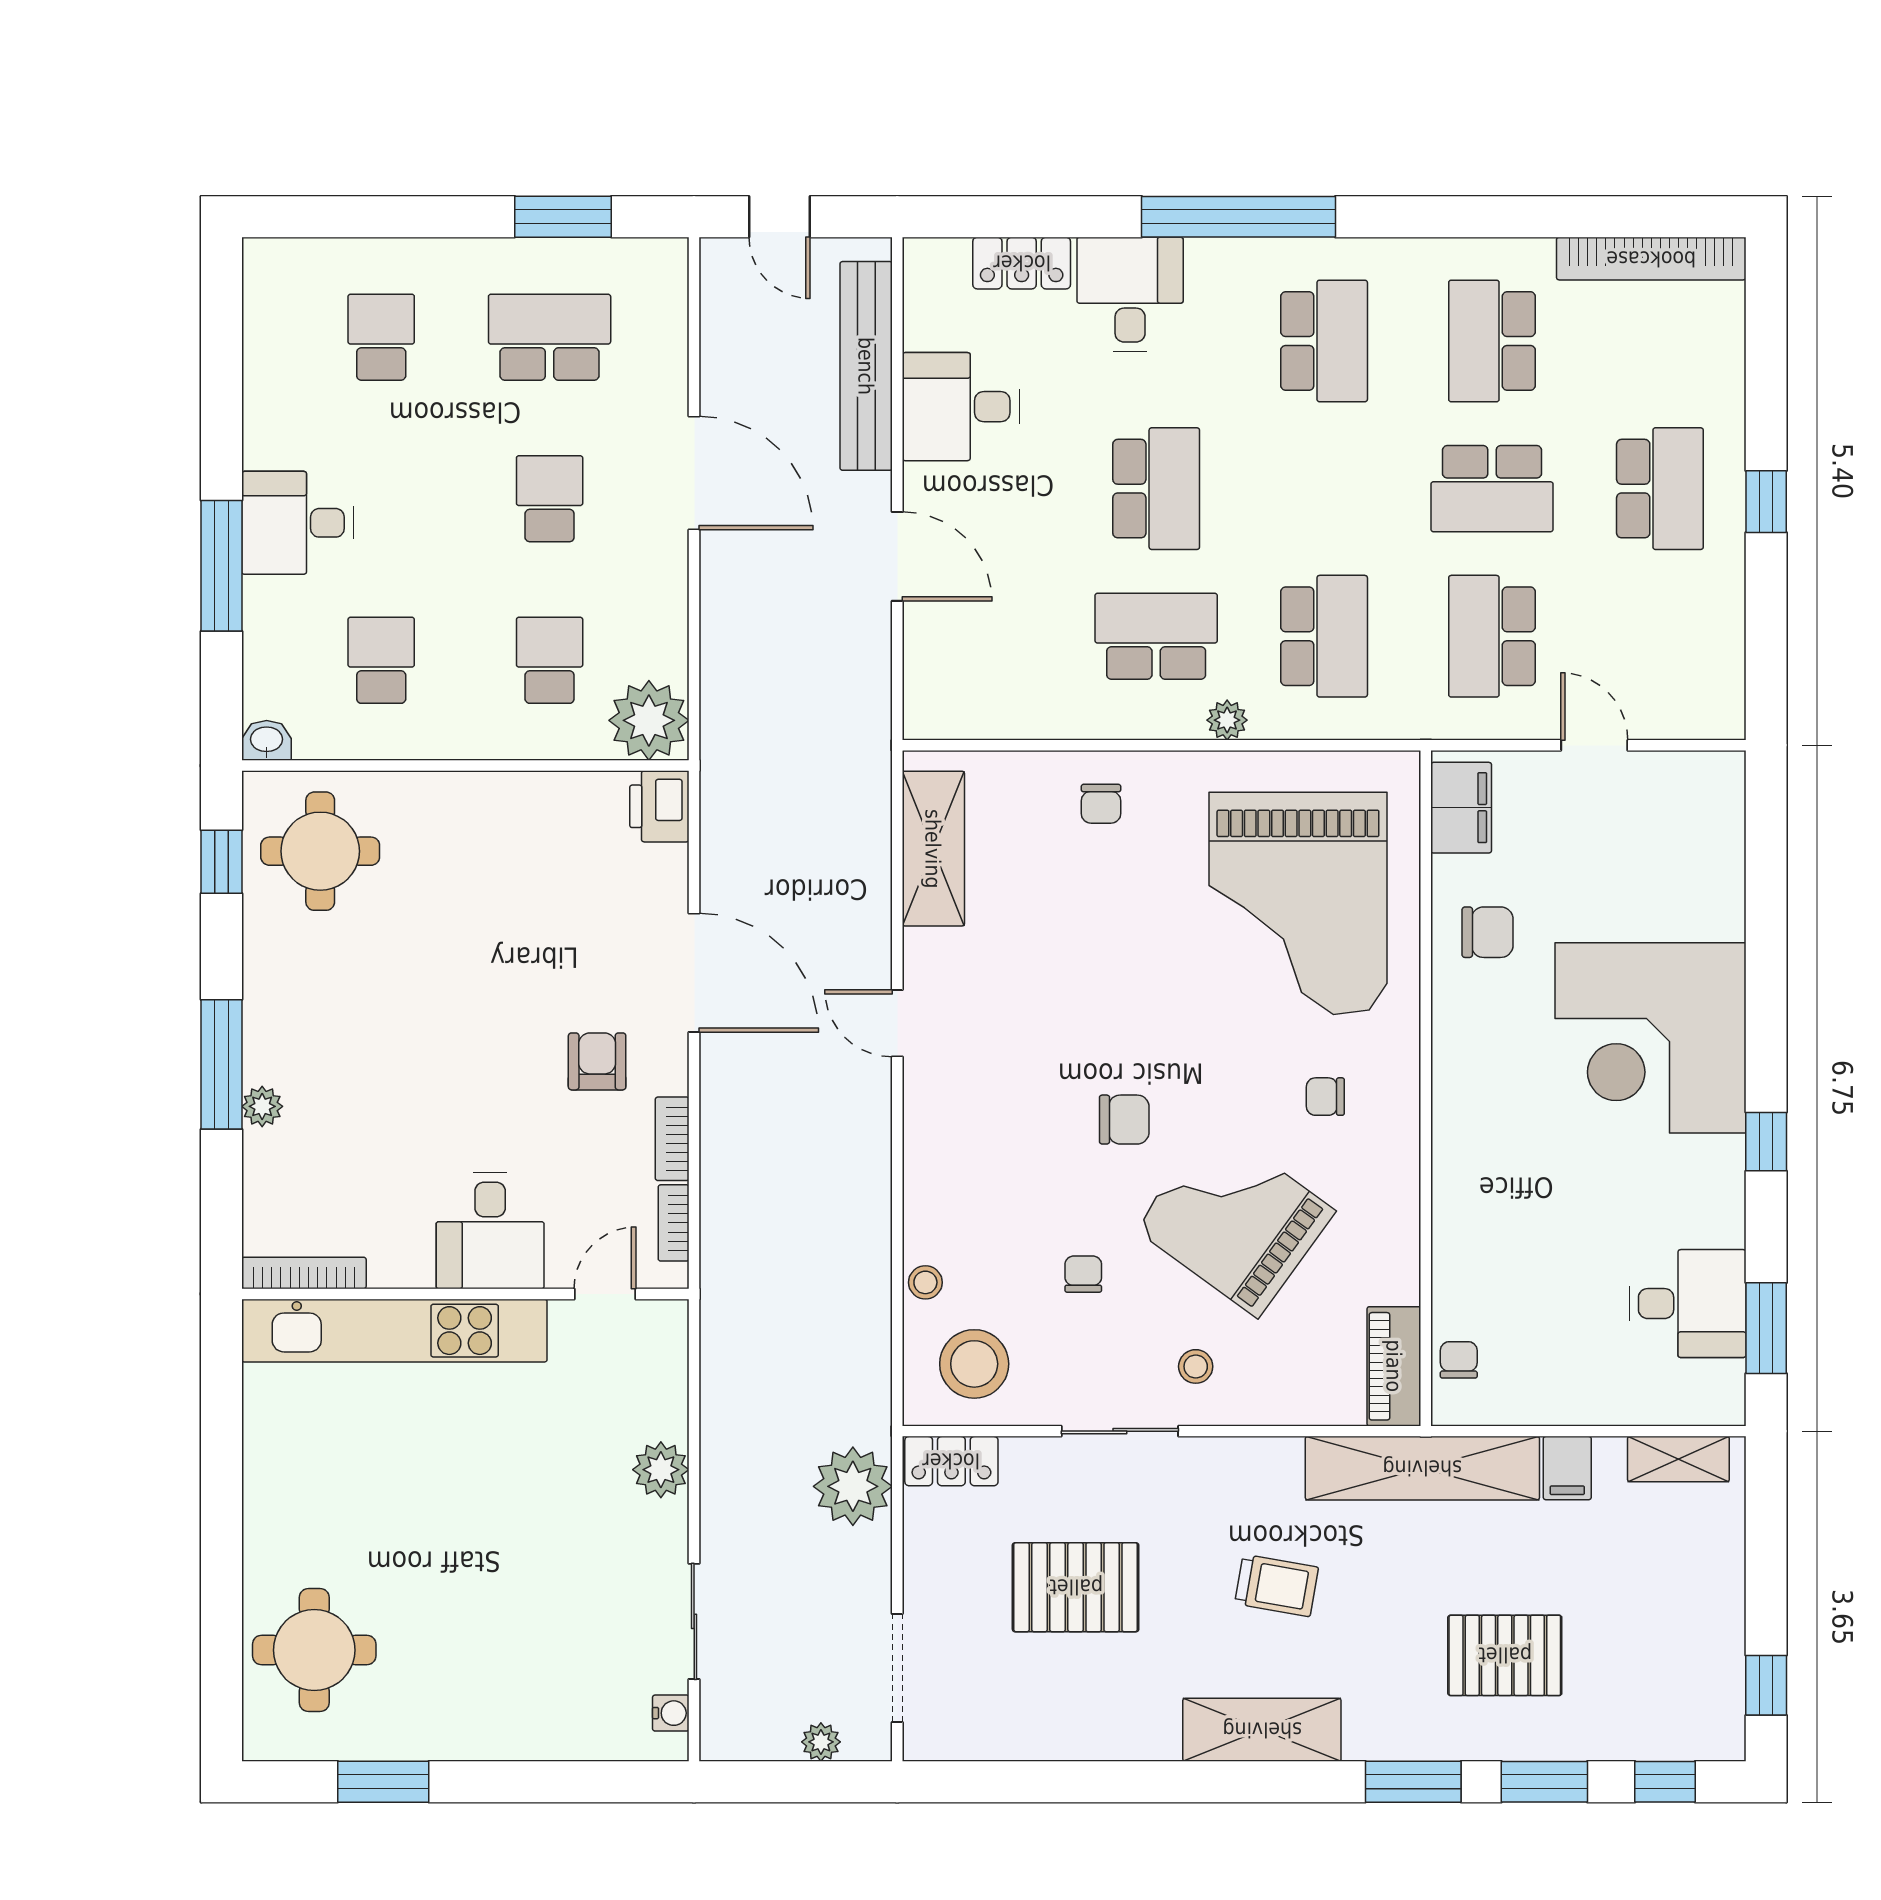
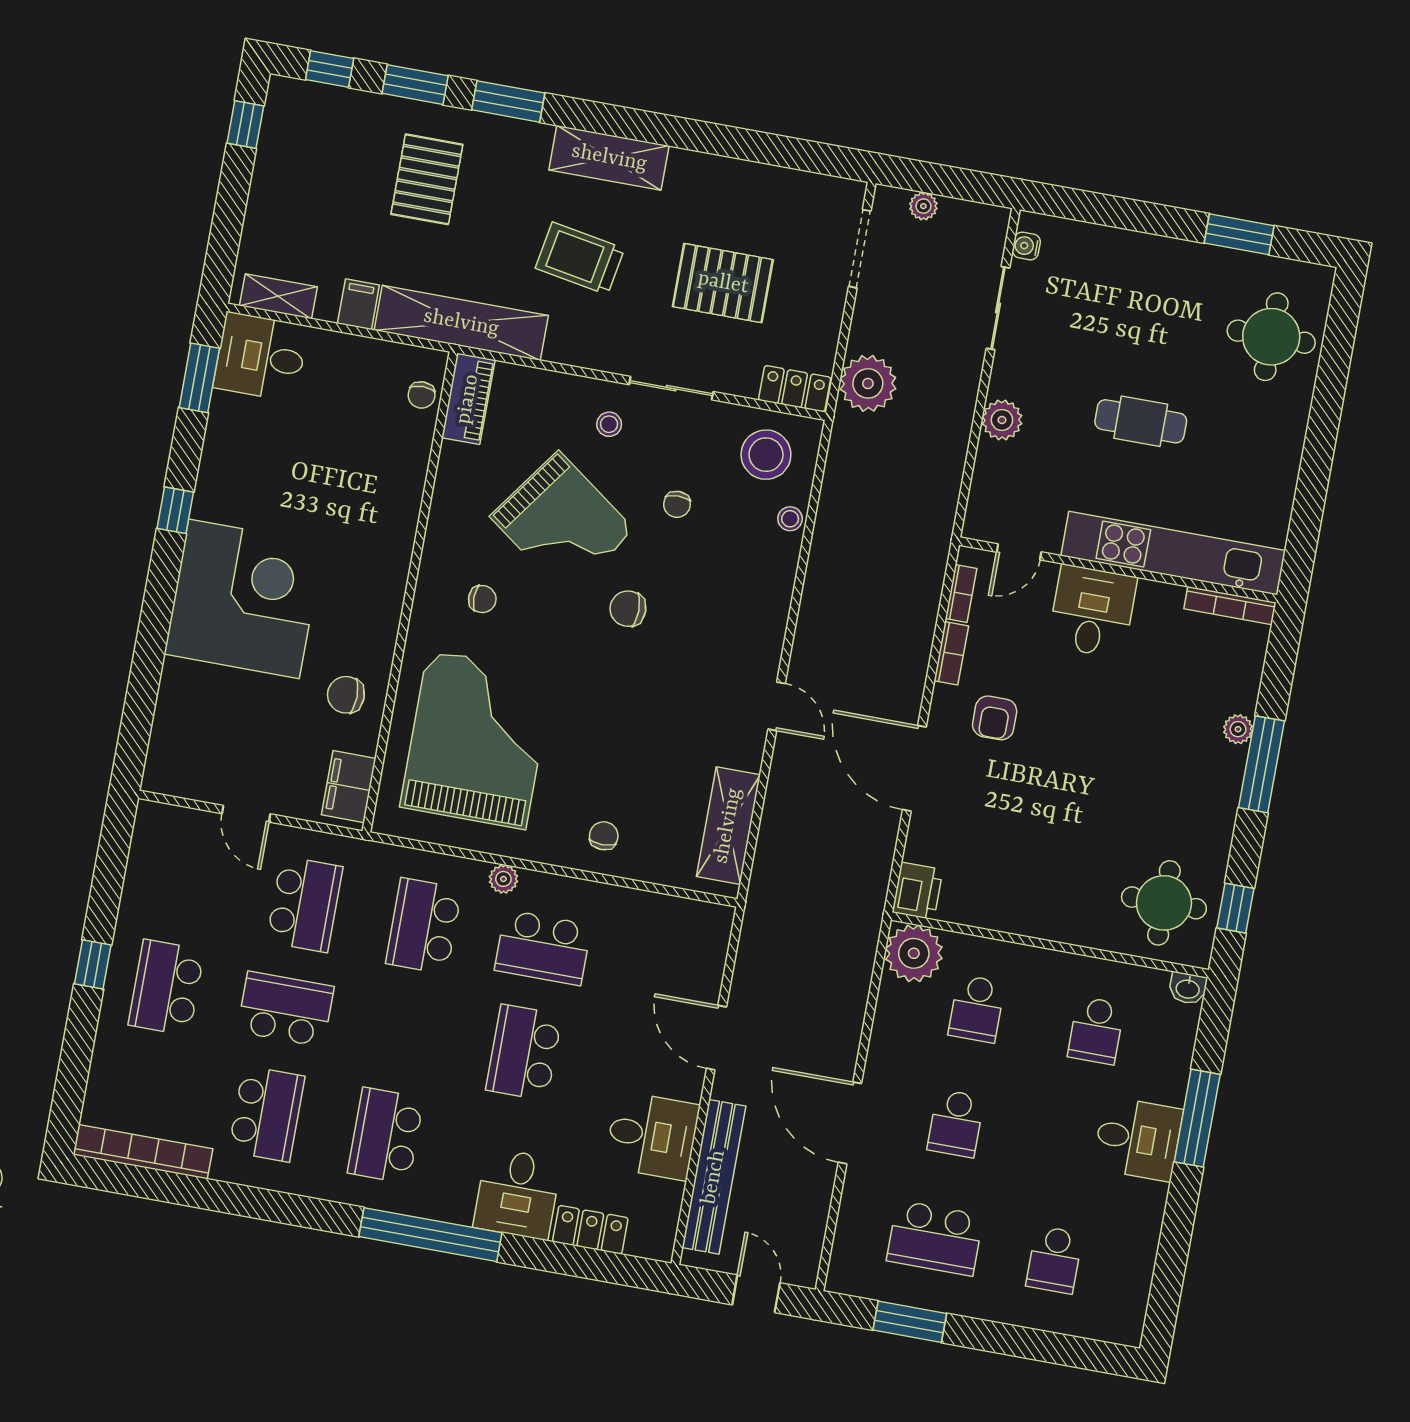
desk: (1688, 1304) -> (261, 357), moved
cafe table: (471, 1502) -> (1141, 421), added
trolley: (1277, 1585) -> (580, 258), width x1.36, depth x1.39
pallet: (1505, 1655) -> (427, 179), turned 90

